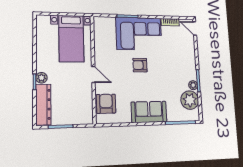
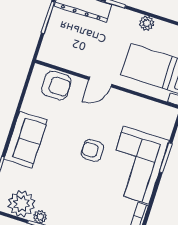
armchair: (140, 65) -> (92, 150), turned -90
plant: (41, 78) -> (147, 23), moved

